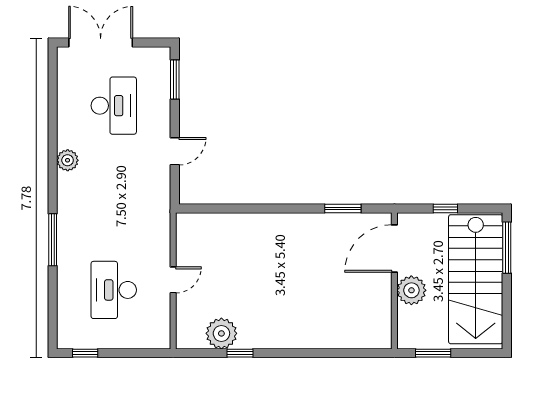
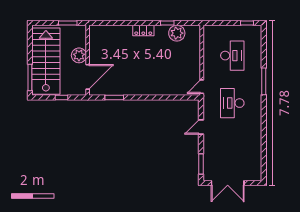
double door: (101, 42) -> (228, 183), moved
desk: (114, 106) -> (232, 103), moved
plant: (68, 160) -> (256, 122), removed
door: (173, 280) -> (202, 87), moved
locker: (287, 339) -> (143, 30), added

